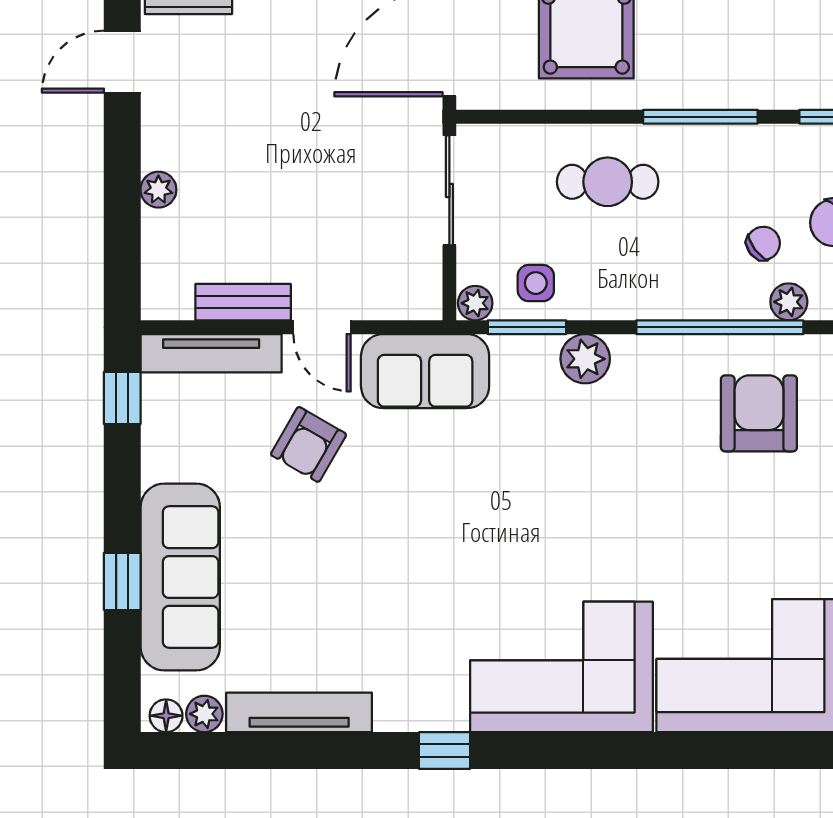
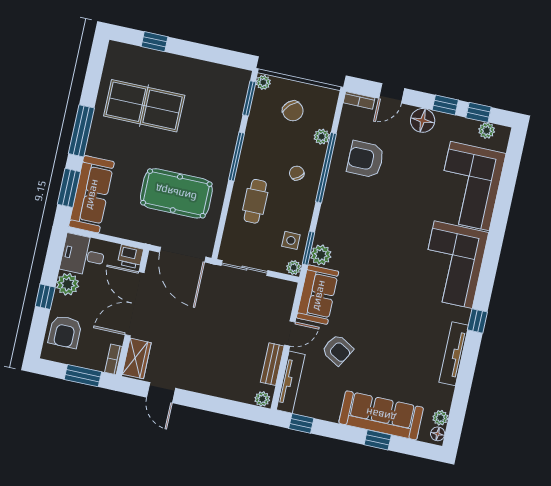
plant: (158, 190) -> (262, 399), moved
chair: (763, 243) -> (297, 173), moved
plant: (585, 359) -> (321, 255), moved
tv unit: (299, 712) -> (454, 354), moved

